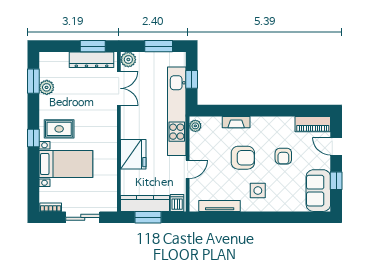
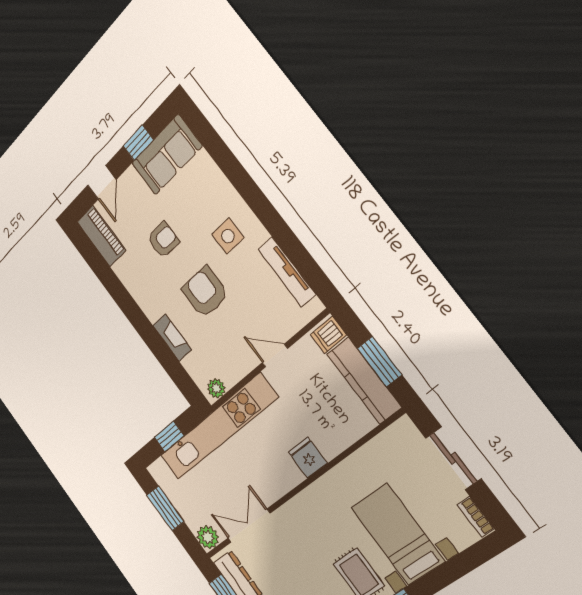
fridge: (133, 154) -> (308, 458), width x0.53, depth x0.75

